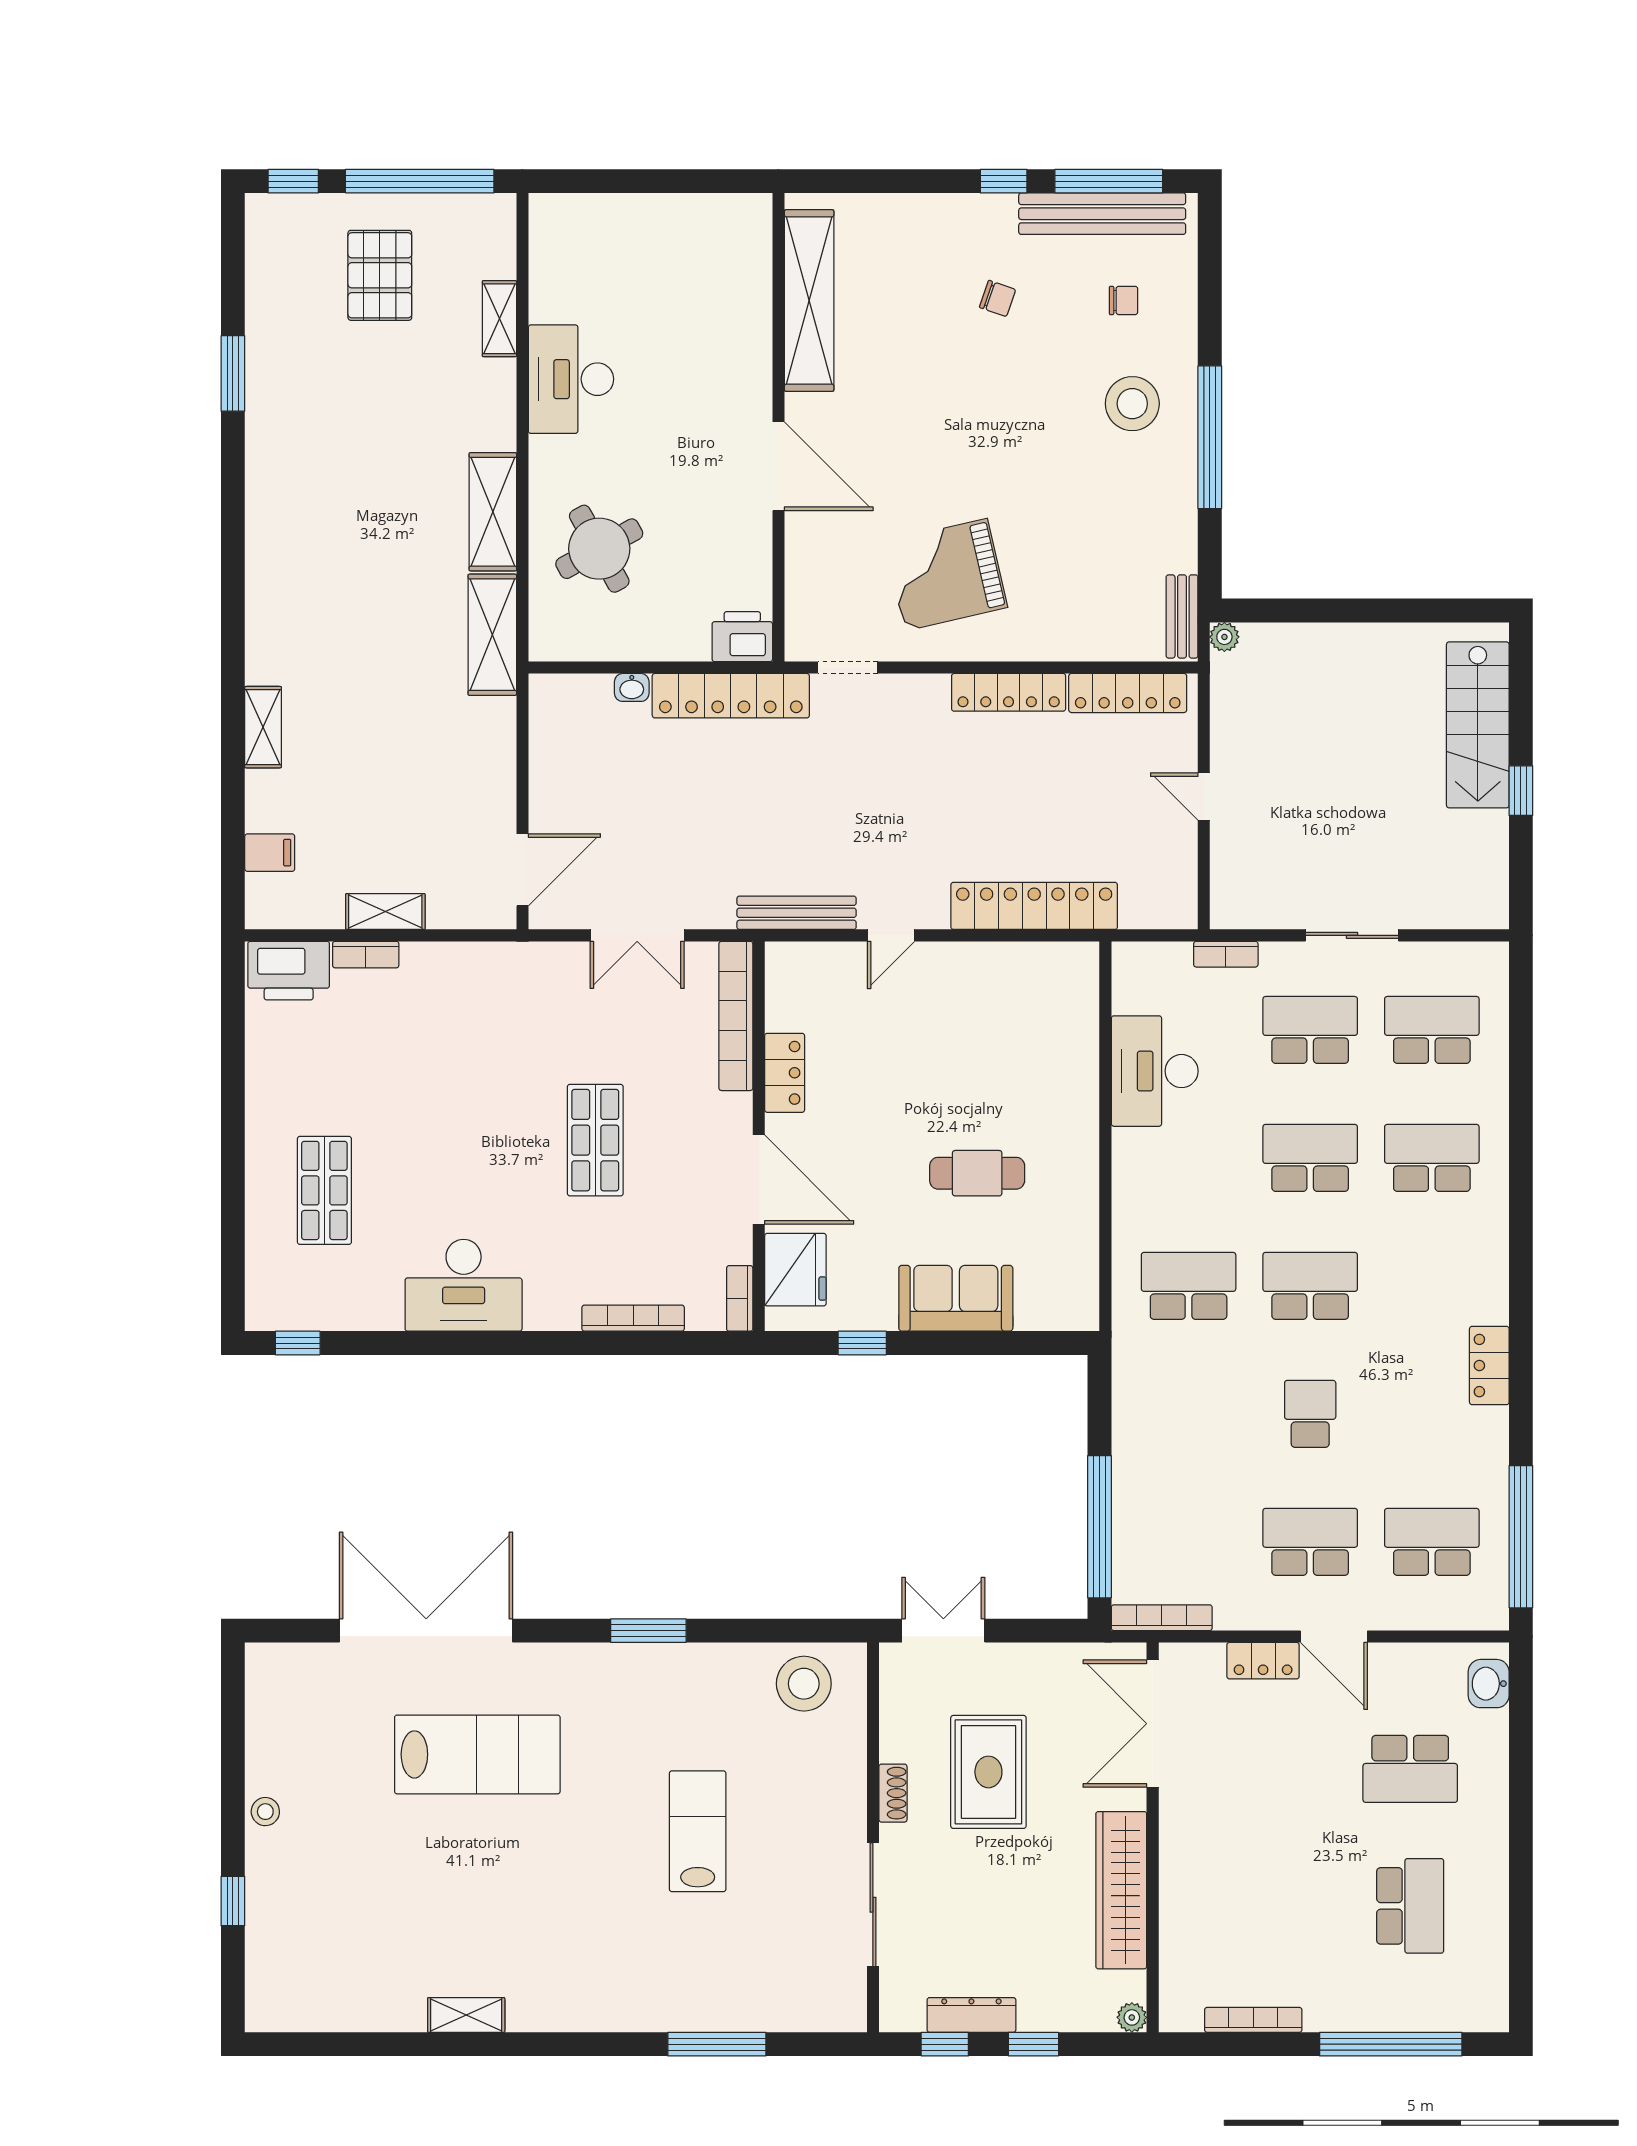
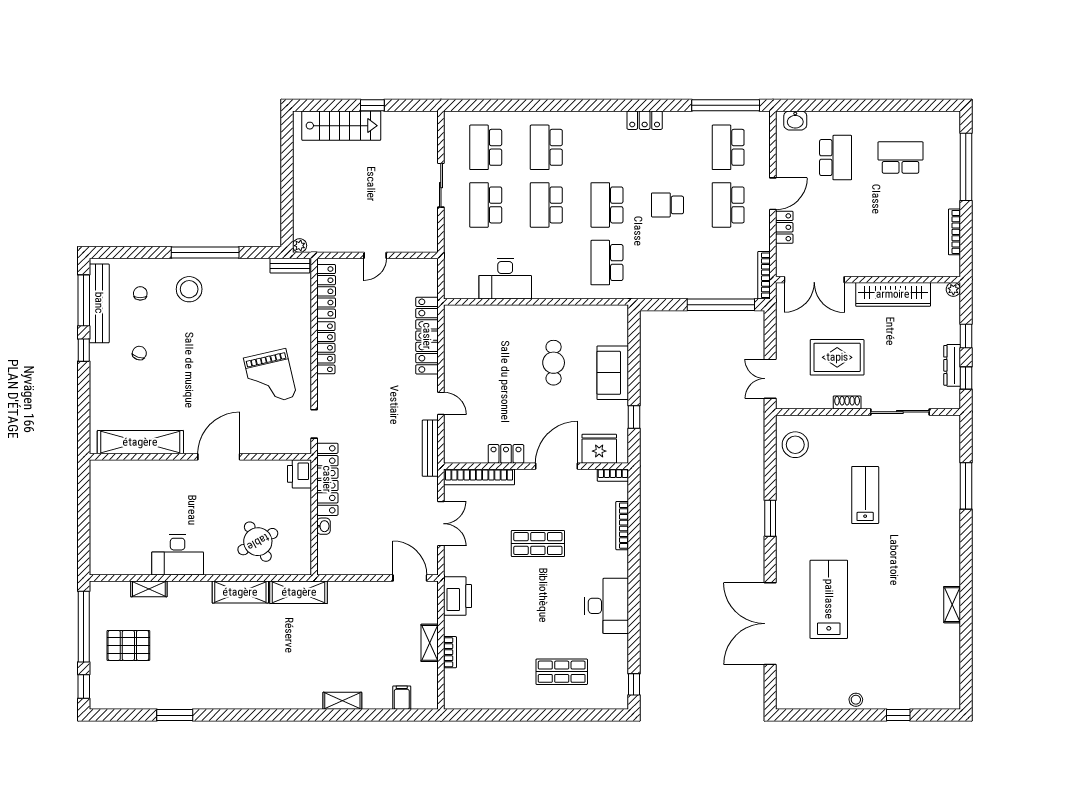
bookcase: (1226, 954) -> (450, 245), removed
printer: (289, 971) -> (458, 596), moved
lab bench: (698, 1831) -> (865, 495), turned 90

